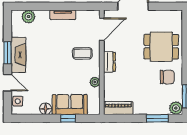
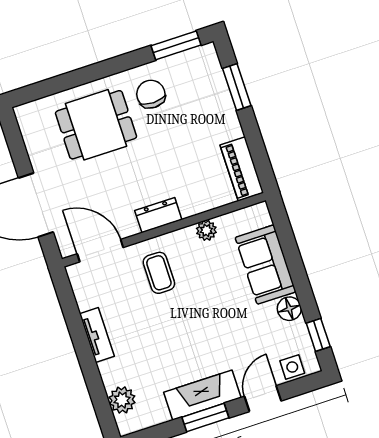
dining table: (161, 47) -> (96, 125), turned 90
plant: (176, 108) -> (205, 58), removed
window: (68, 118) -> (318, 335), moved

